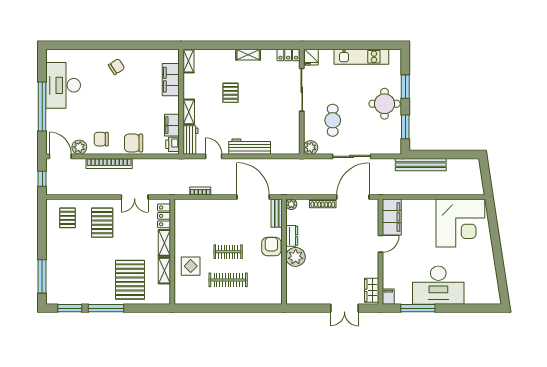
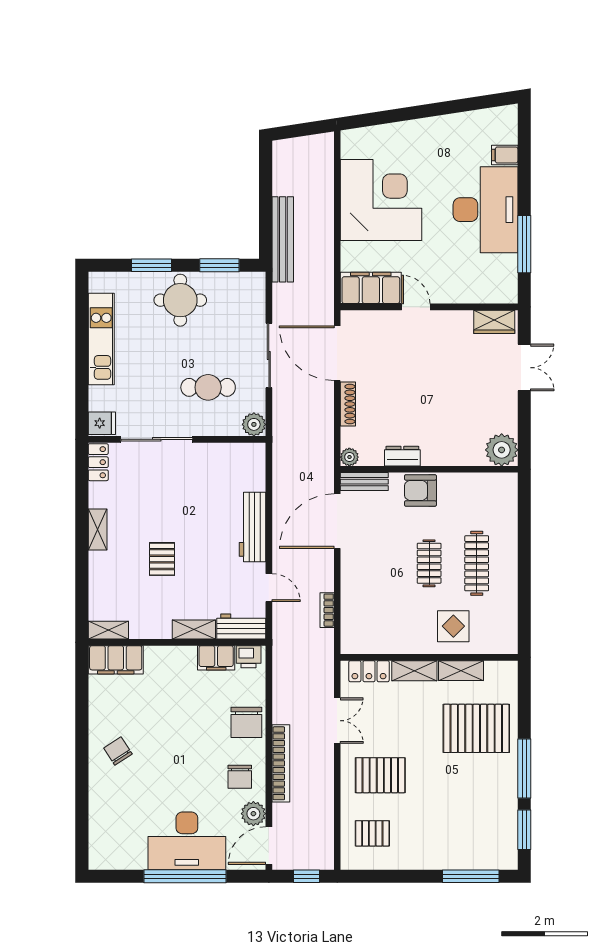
filing cabinet: (171, 80) -> (116, 660), moved
desk: (63, 85) -> (187, 841), moved
pallet: (231, 93) -> (162, 559), turned 90
door: (214, 156) -> (269, 588), swing flipped
corner desk: (460, 223) -> (381, 200), moved
plant: (296, 257) -> (502, 450), moved
filing cabinet: (388, 297) -> (505, 155), moved

